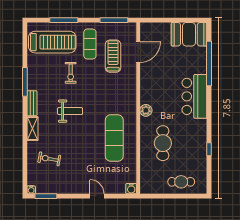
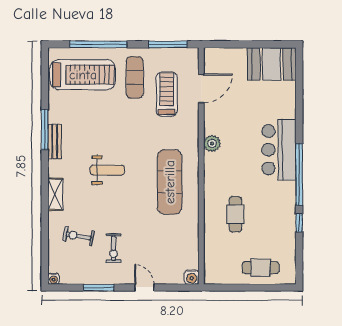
window: (64, 20) -> (98, 44), width x1.46
window: (209, 64) -> (299, 174), moved
exercise bike: (71, 73) -> (113, 248), moved
bench: (32, 103) -> (55, 142), moved
plant: (146, 110) -> (212, 143), moved
exercise mat: (114, 138) -> (170, 182), moved
cafe table: (163, 143) -> (235, 214), width x0.73, depth x0.74
window: (46, 196) -> (99, 288), moved

